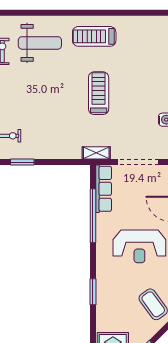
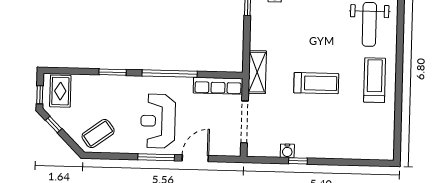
shelving: (96, 153) -> (257, 72), width x1.50, depth x1.33
window: (93, 216) -> (170, 74), moved

